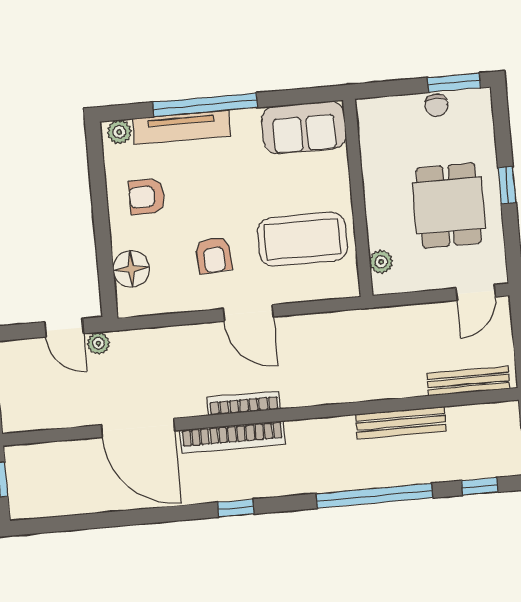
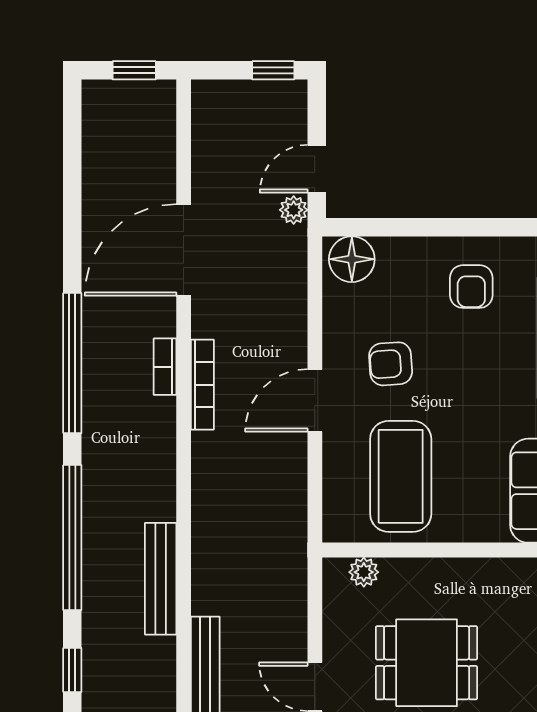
armchair: (147, 197) -> (471, 287), turned 180
floor lamp: (131, 269) -> (352, 259), moved
bookcase: (232, 437) -> (165, 367), width x0.43, depth x0.76
window: (236, 508) -> (72, 363), width x3.17

